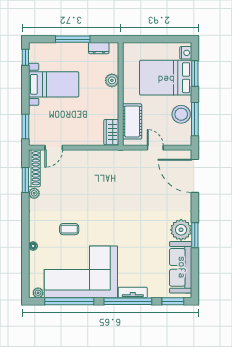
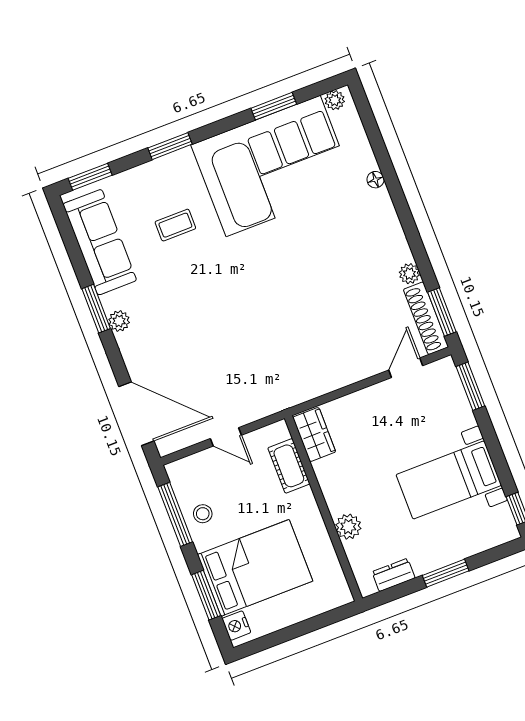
window: (73, 39) -> (446, 573), width x0.69
stool: (181, 114) -> (203, 514), width x0.53, depth x0.53
cot: (132, 121) -> (289, 466), width x0.73, depth x0.75
window: (25, 180) -> (442, 312), moved
coffee table: (69, 229) -> (175, 225), moved
plant: (181, 230) -> (119, 321), width x0.53, depth x0.53
tv unit: (133, 293) -> (167, 165), removed
window: (69, 301) -> (274, 106), width x0.47
window: (128, 301) -> (170, 146), width x0.47

